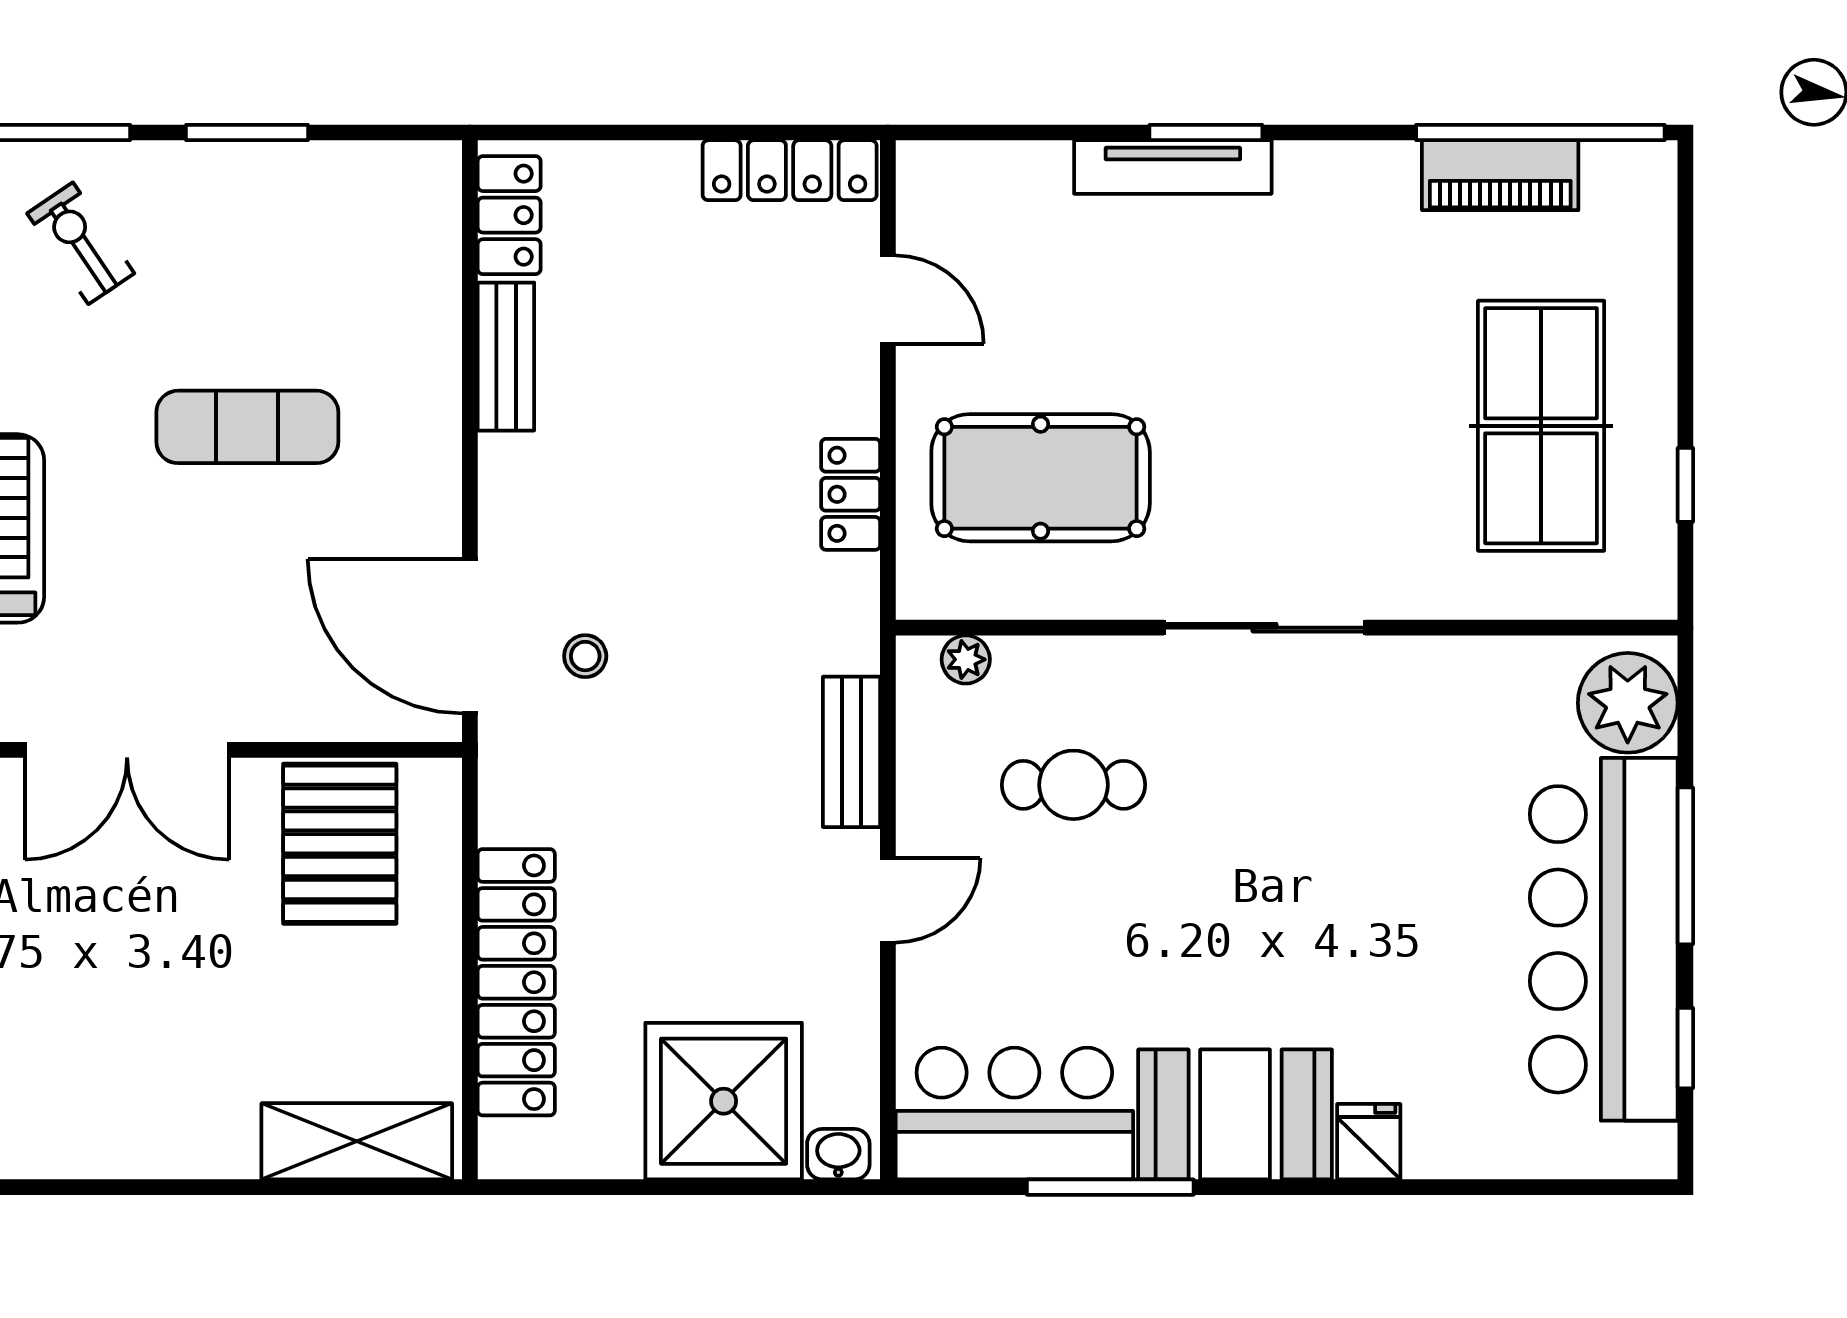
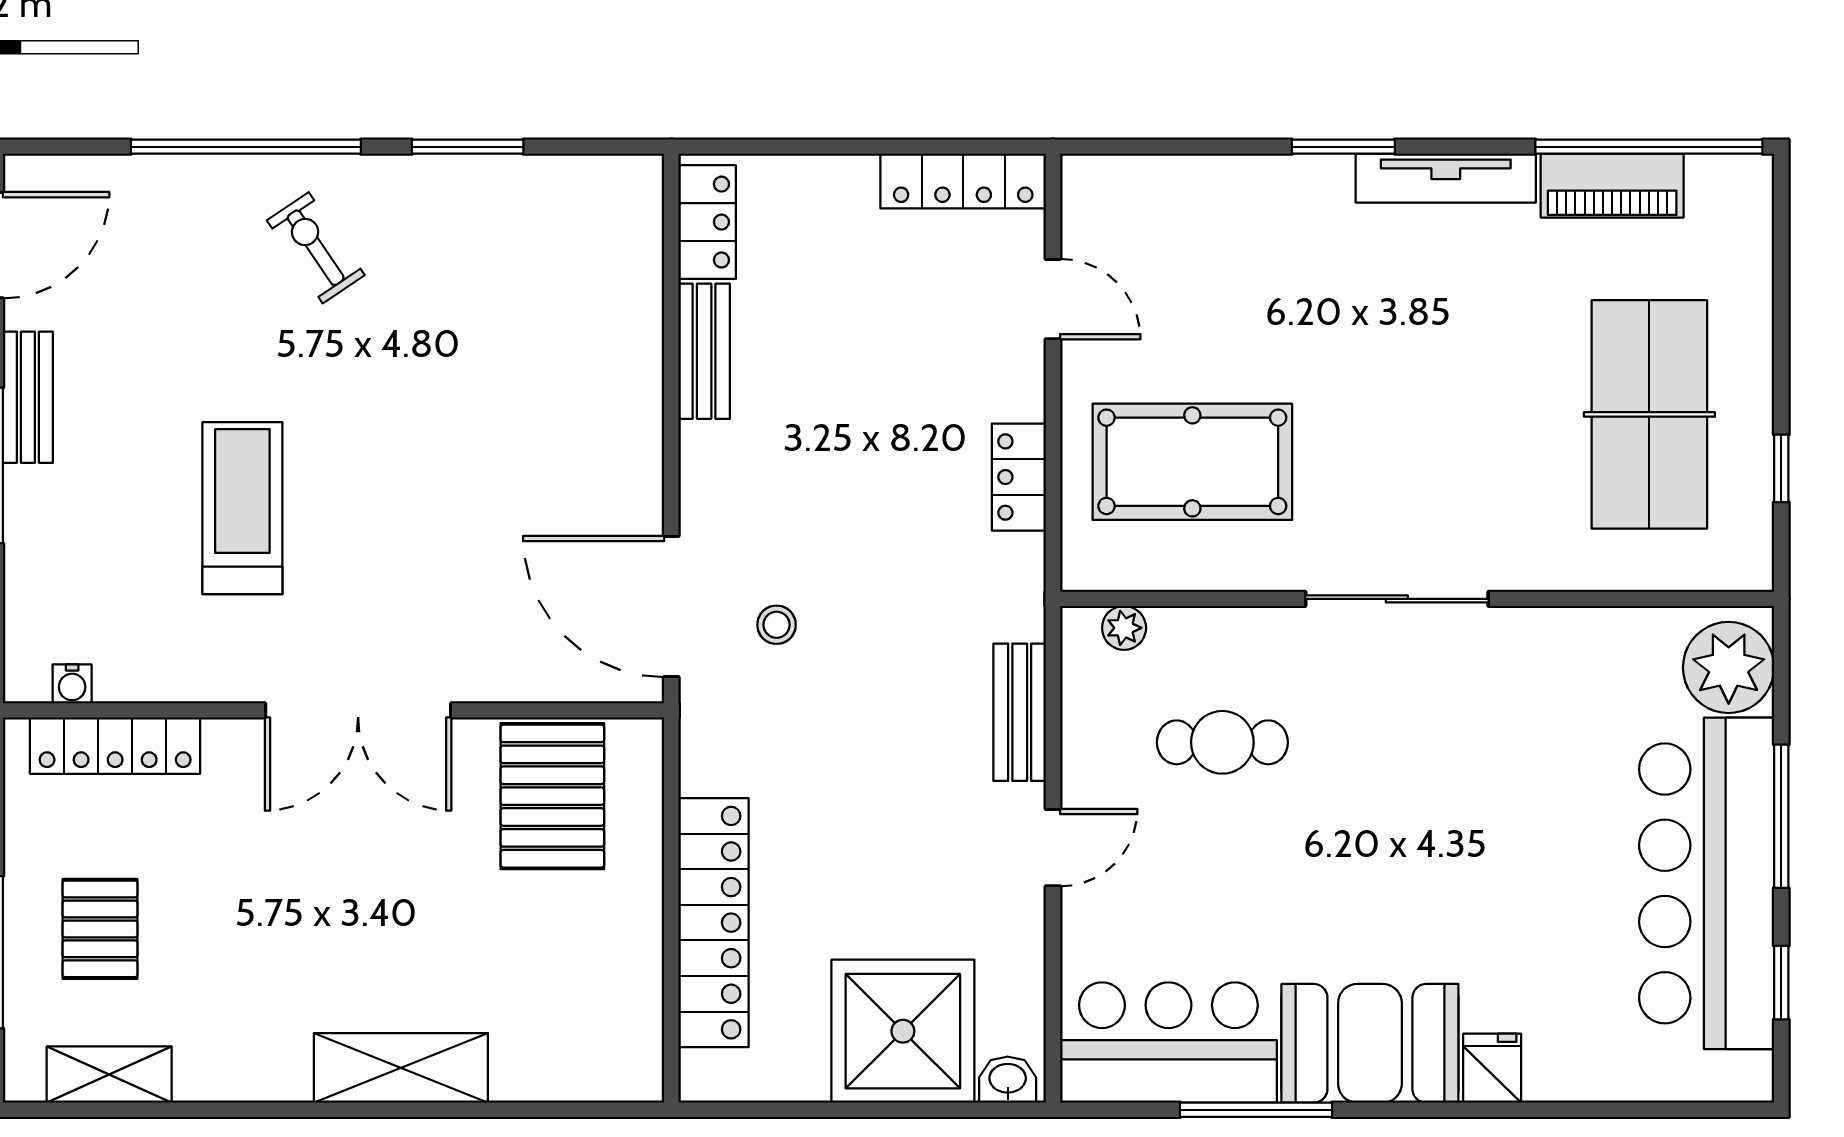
tv unit: (1173, 167) -> (1446, 178), moved
exercise mat: (247, 427) -> (468, 416), removed
shelving: (357, 1141) -> (401, 1068), moved

